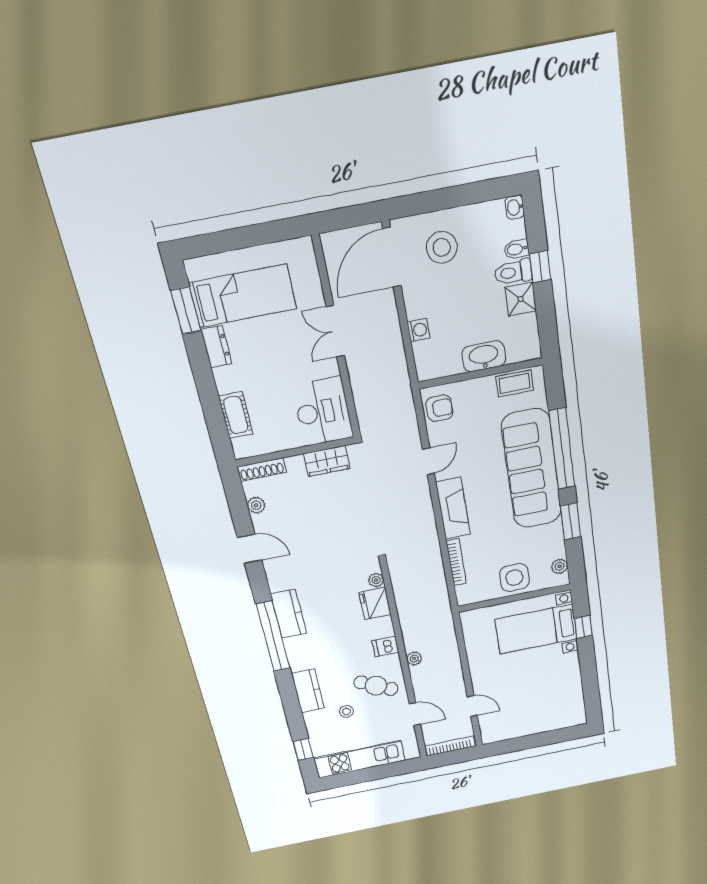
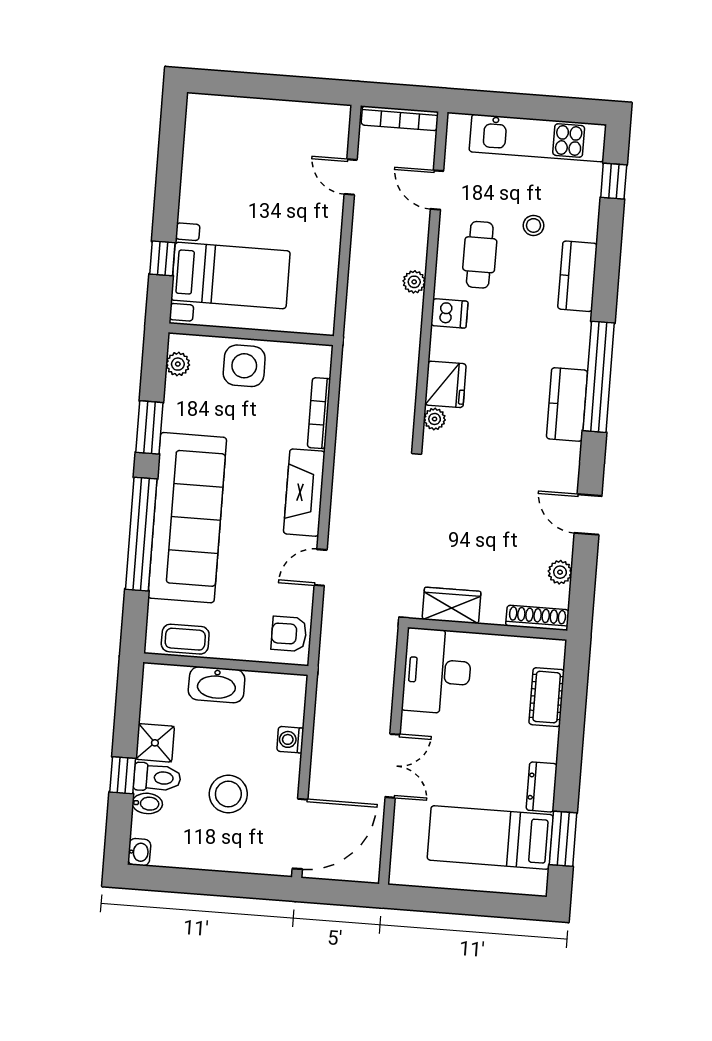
stool: (442, 247) -> (228, 794), moved
cafe table: (376, 686) -> (480, 255), turned 63

